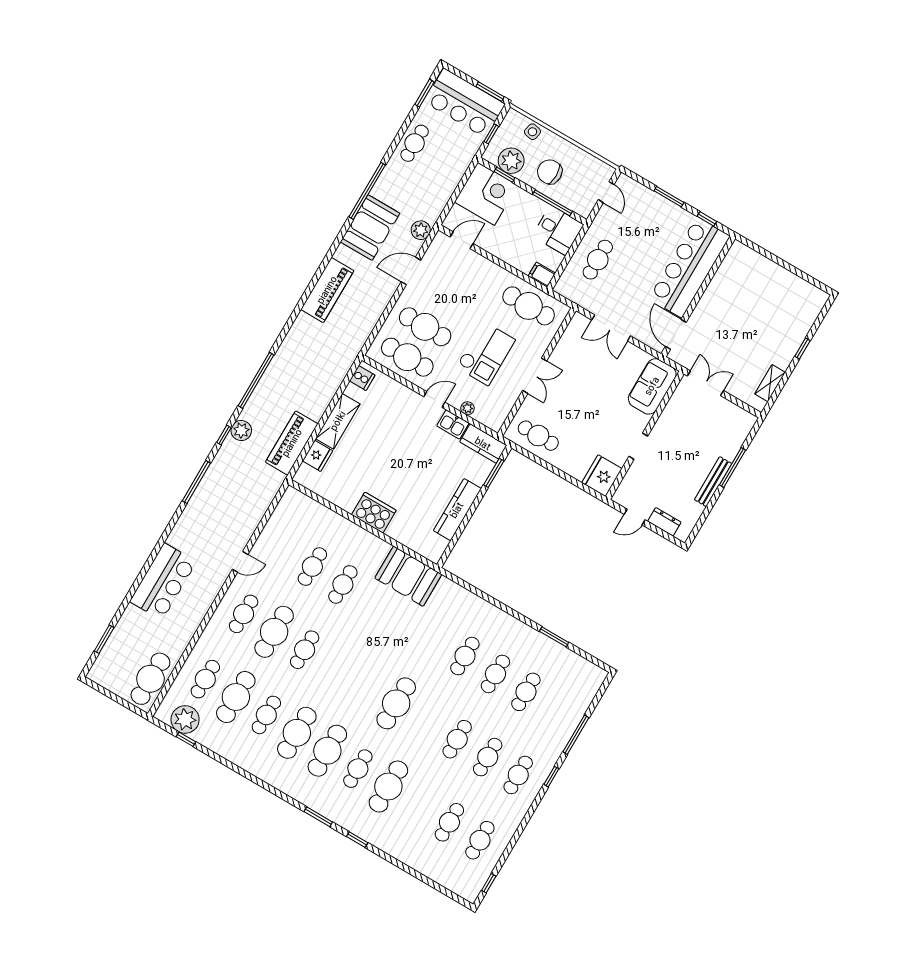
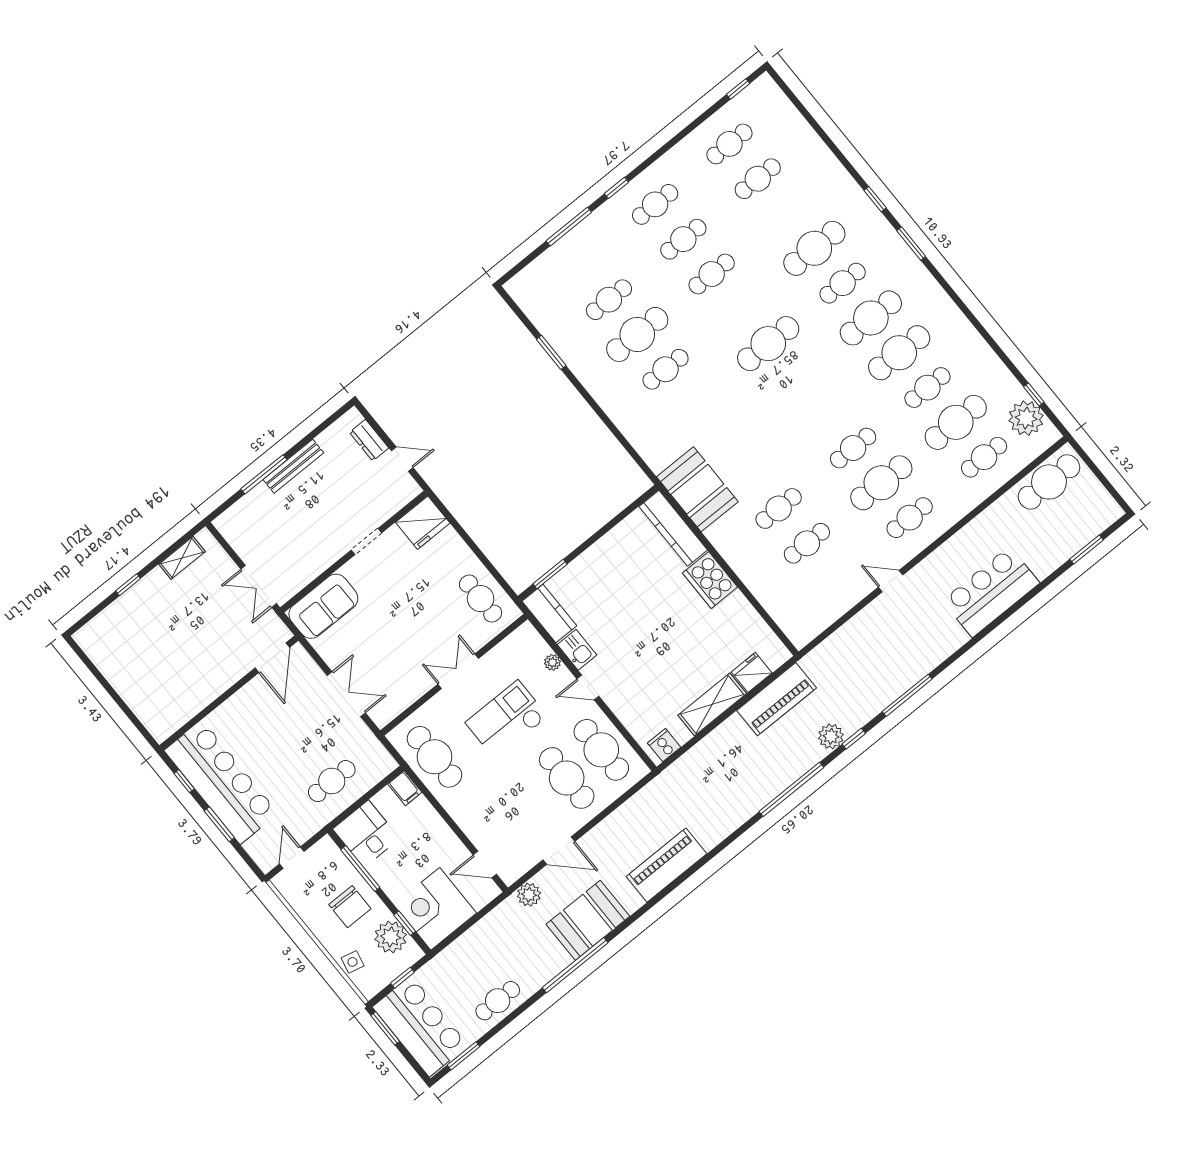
bar counter: (689, 267) -> (221, 782), moved, turned -90
kitchen counter: (457, 510) -> (673, 528), moved, turned 90
cafe table: (495, 674) -> (637, 334), width x1.37, depth x1.35

